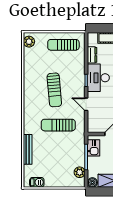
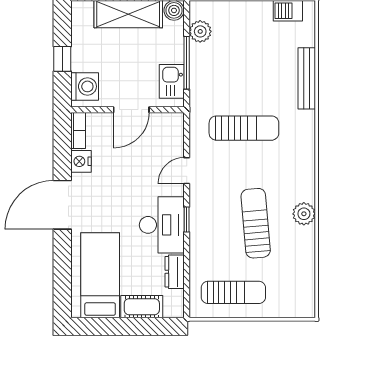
plant: (29, 42) -> (304, 214), moved
sun lounger: (54, 90) -> (256, 223), moved
door: (86, 104) -> (187, 171), swing flipped

